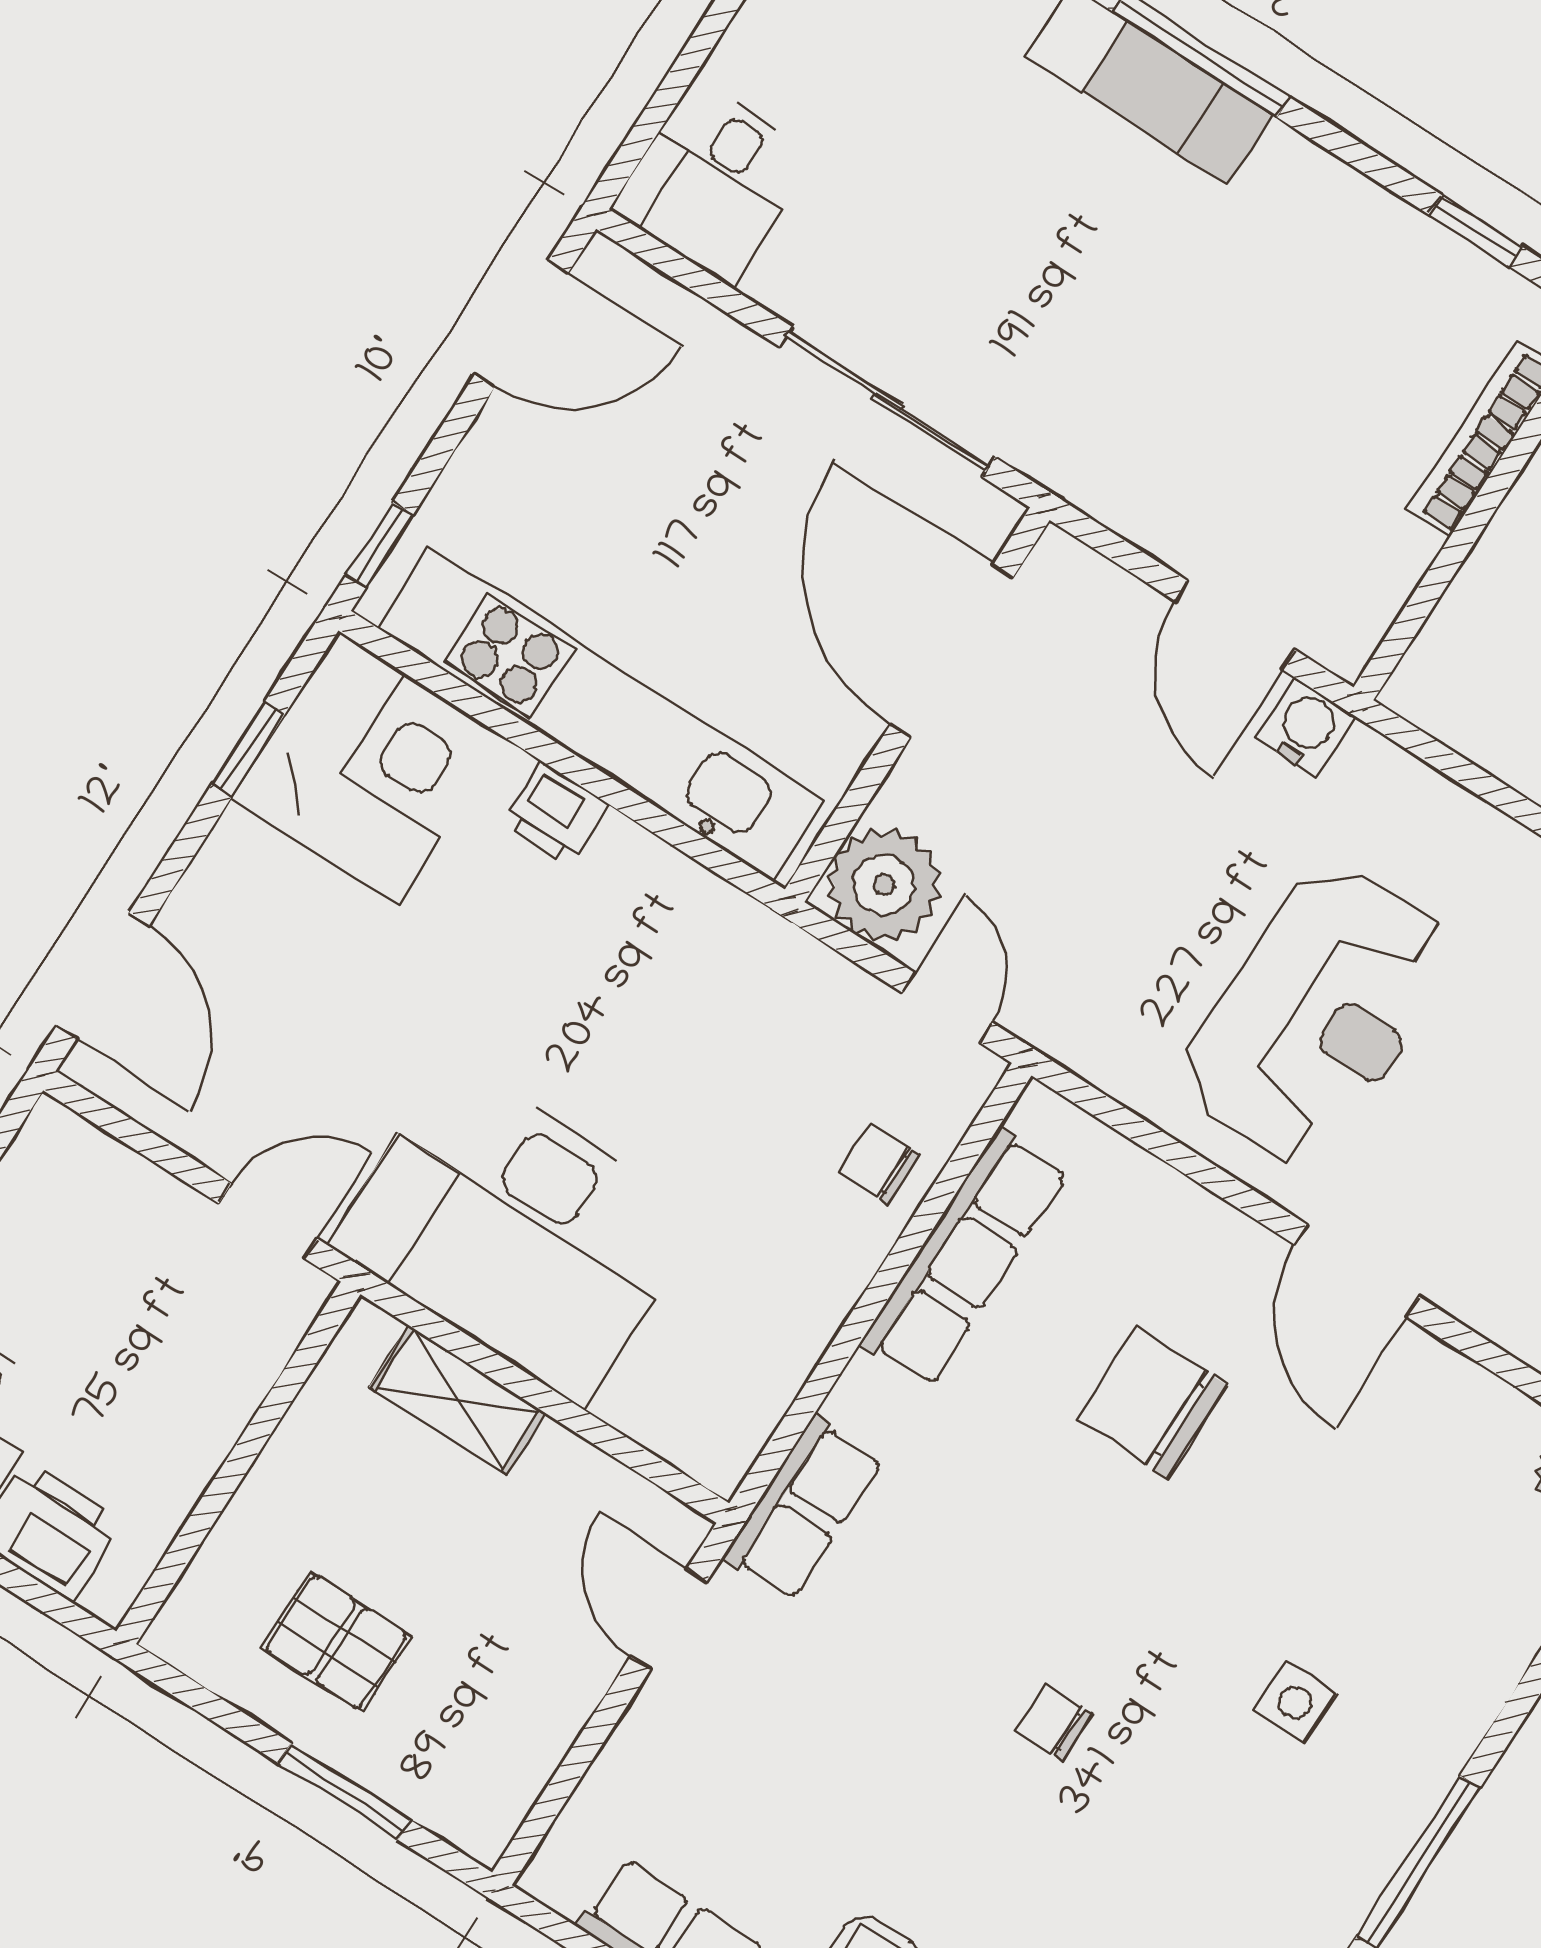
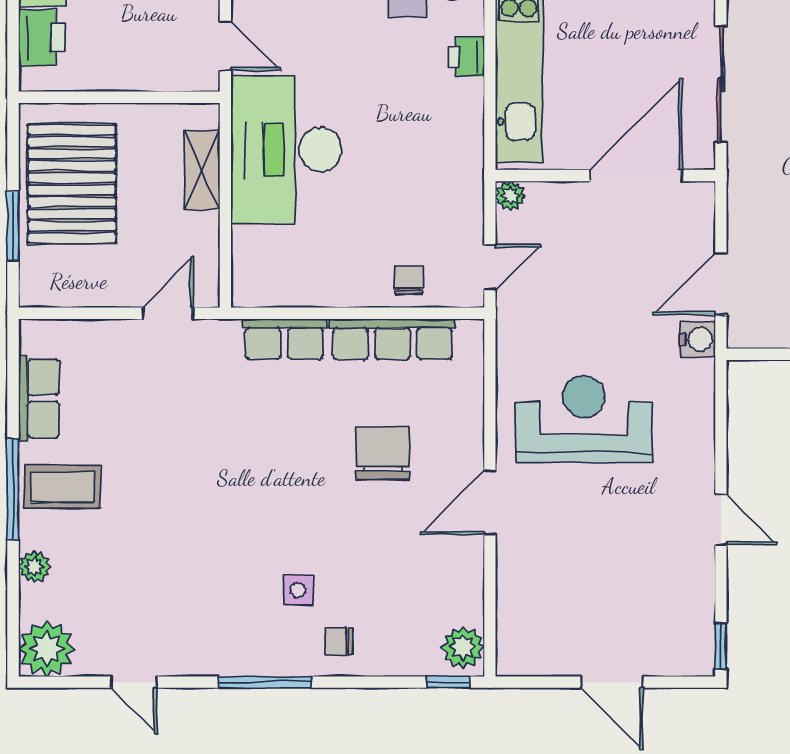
plant: (884, 885) -> (510, 196), width x0.53, depth x0.53
reception desk: (1317, 1015) -> (584, 419), turned 180
row of seats: (803, 1509) -> (284, 339), moved
pallet: (336, 1642) -> (72, 184), width x2.05, depth x2.00
chair: (1054, 1722) -> (339, 641), moved, turned -90

